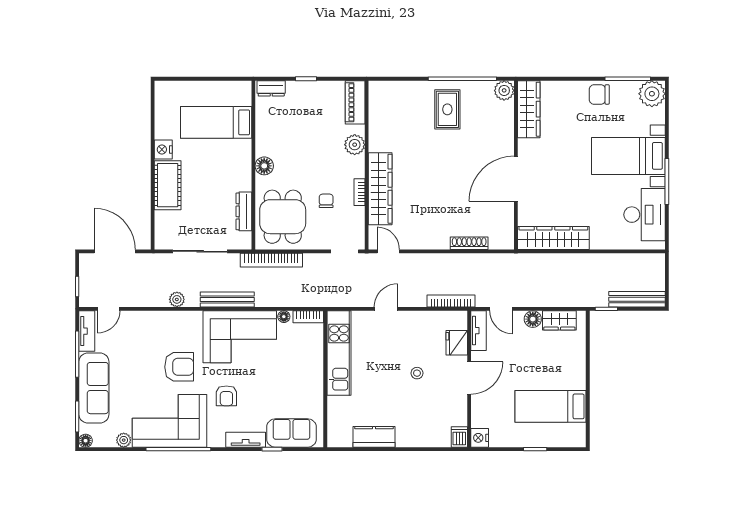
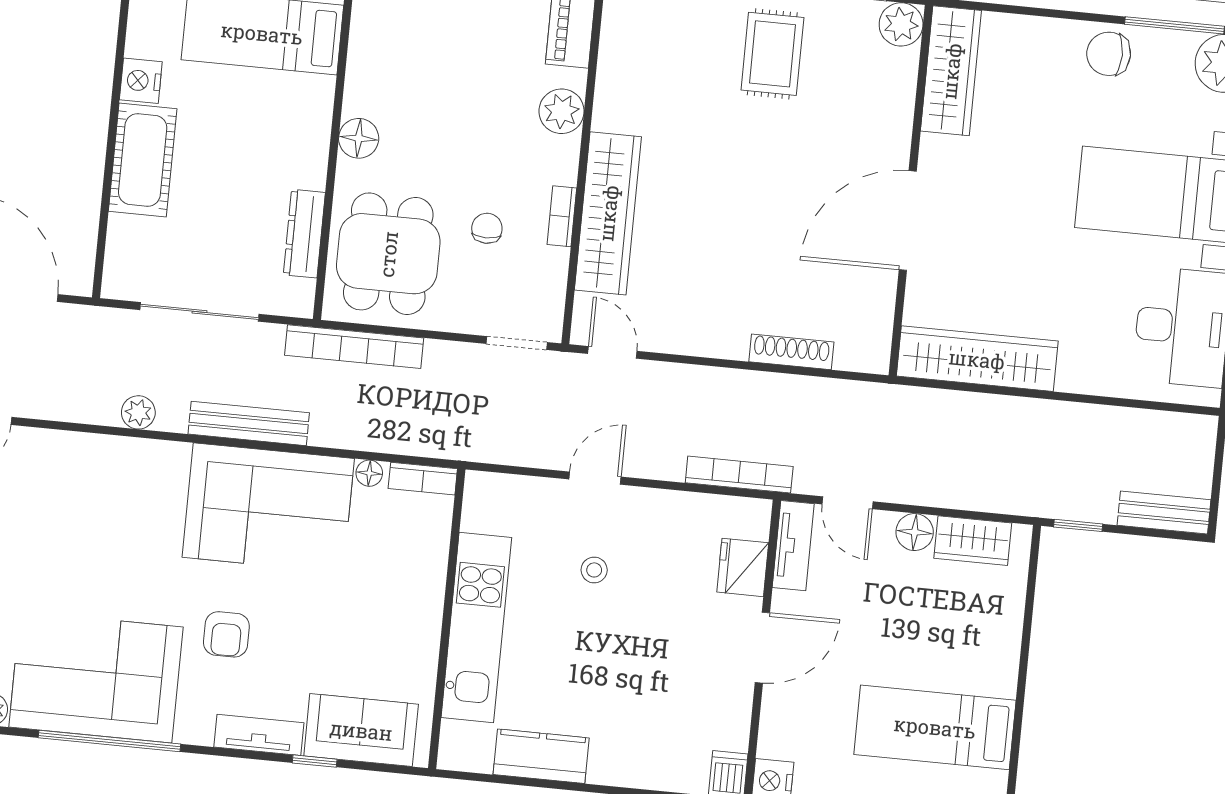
bench: (637, 299) -> (1164, 512), width x0.73
kitchen unit: (339, 353) -> (476, 627), moved
armchair: (179, 367) -> (129, 561), removed
stool: (417, 373) -> (594, 570), moved

